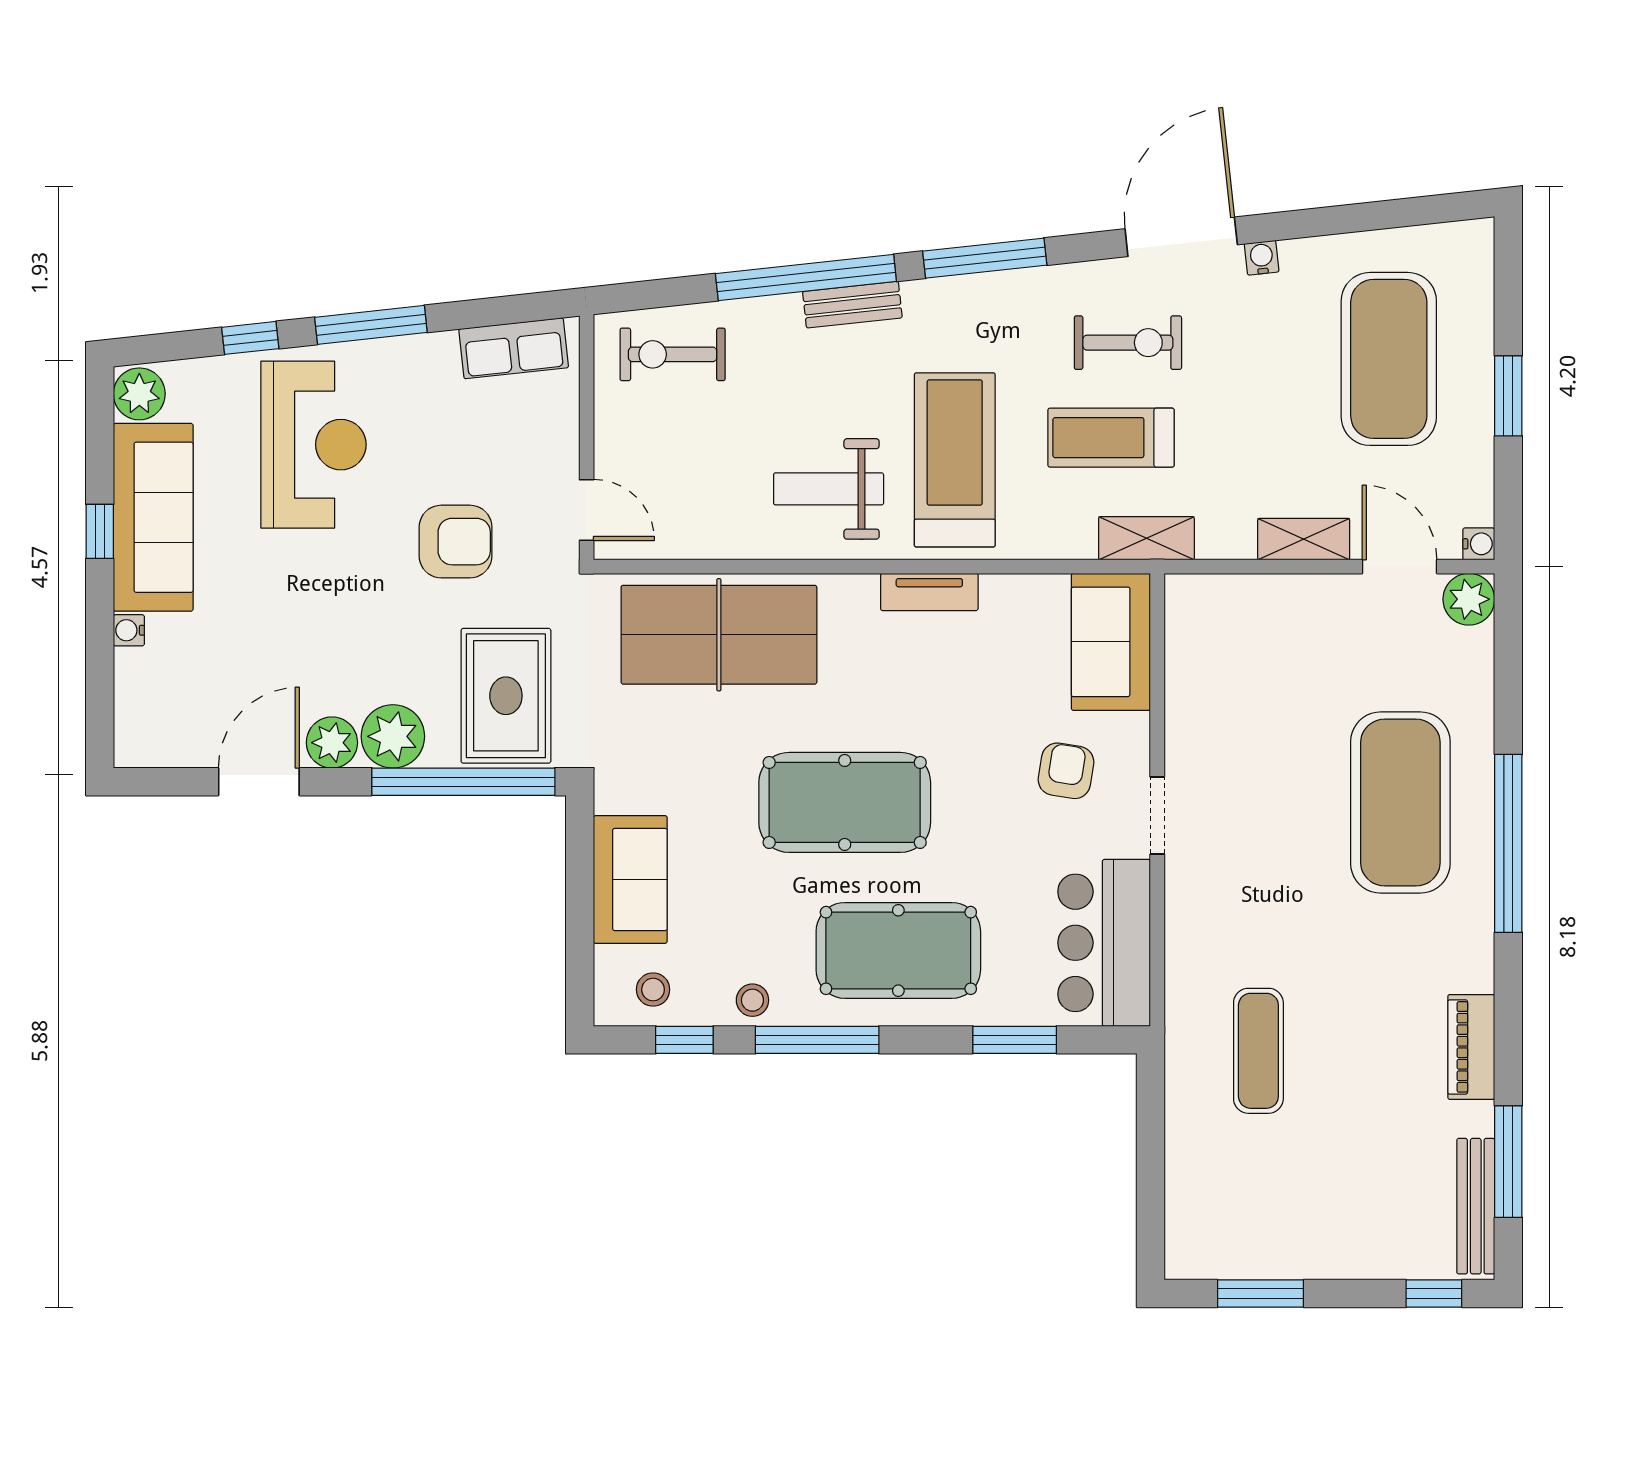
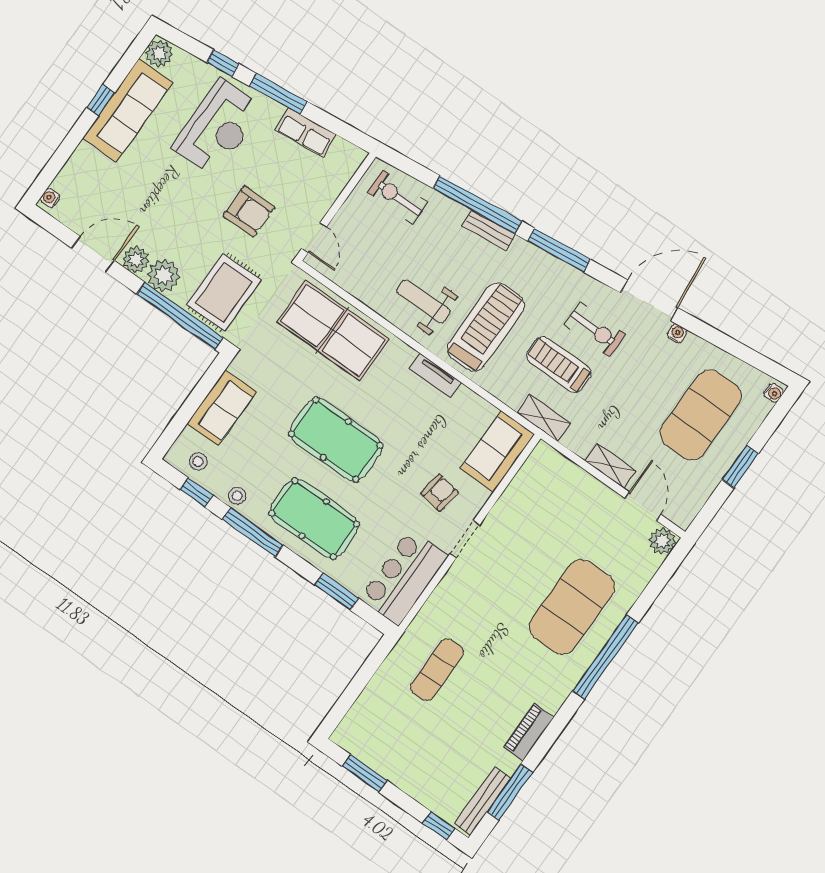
row of seats: (514, 348) -> (306, 132), moved
water cooler: (1479, 544) -> (774, 393), moved
water cooler: (129, 630) -> (50, 198), moved

